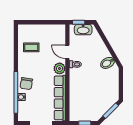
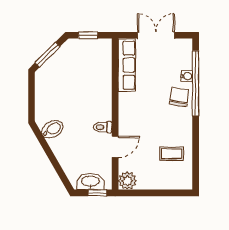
door: (67, 52) -> (115, 147), hinge flipped
plant: (60, 68) -> (127, 181), moved
row of seats: (60, 98) -> (127, 65), width x0.73

